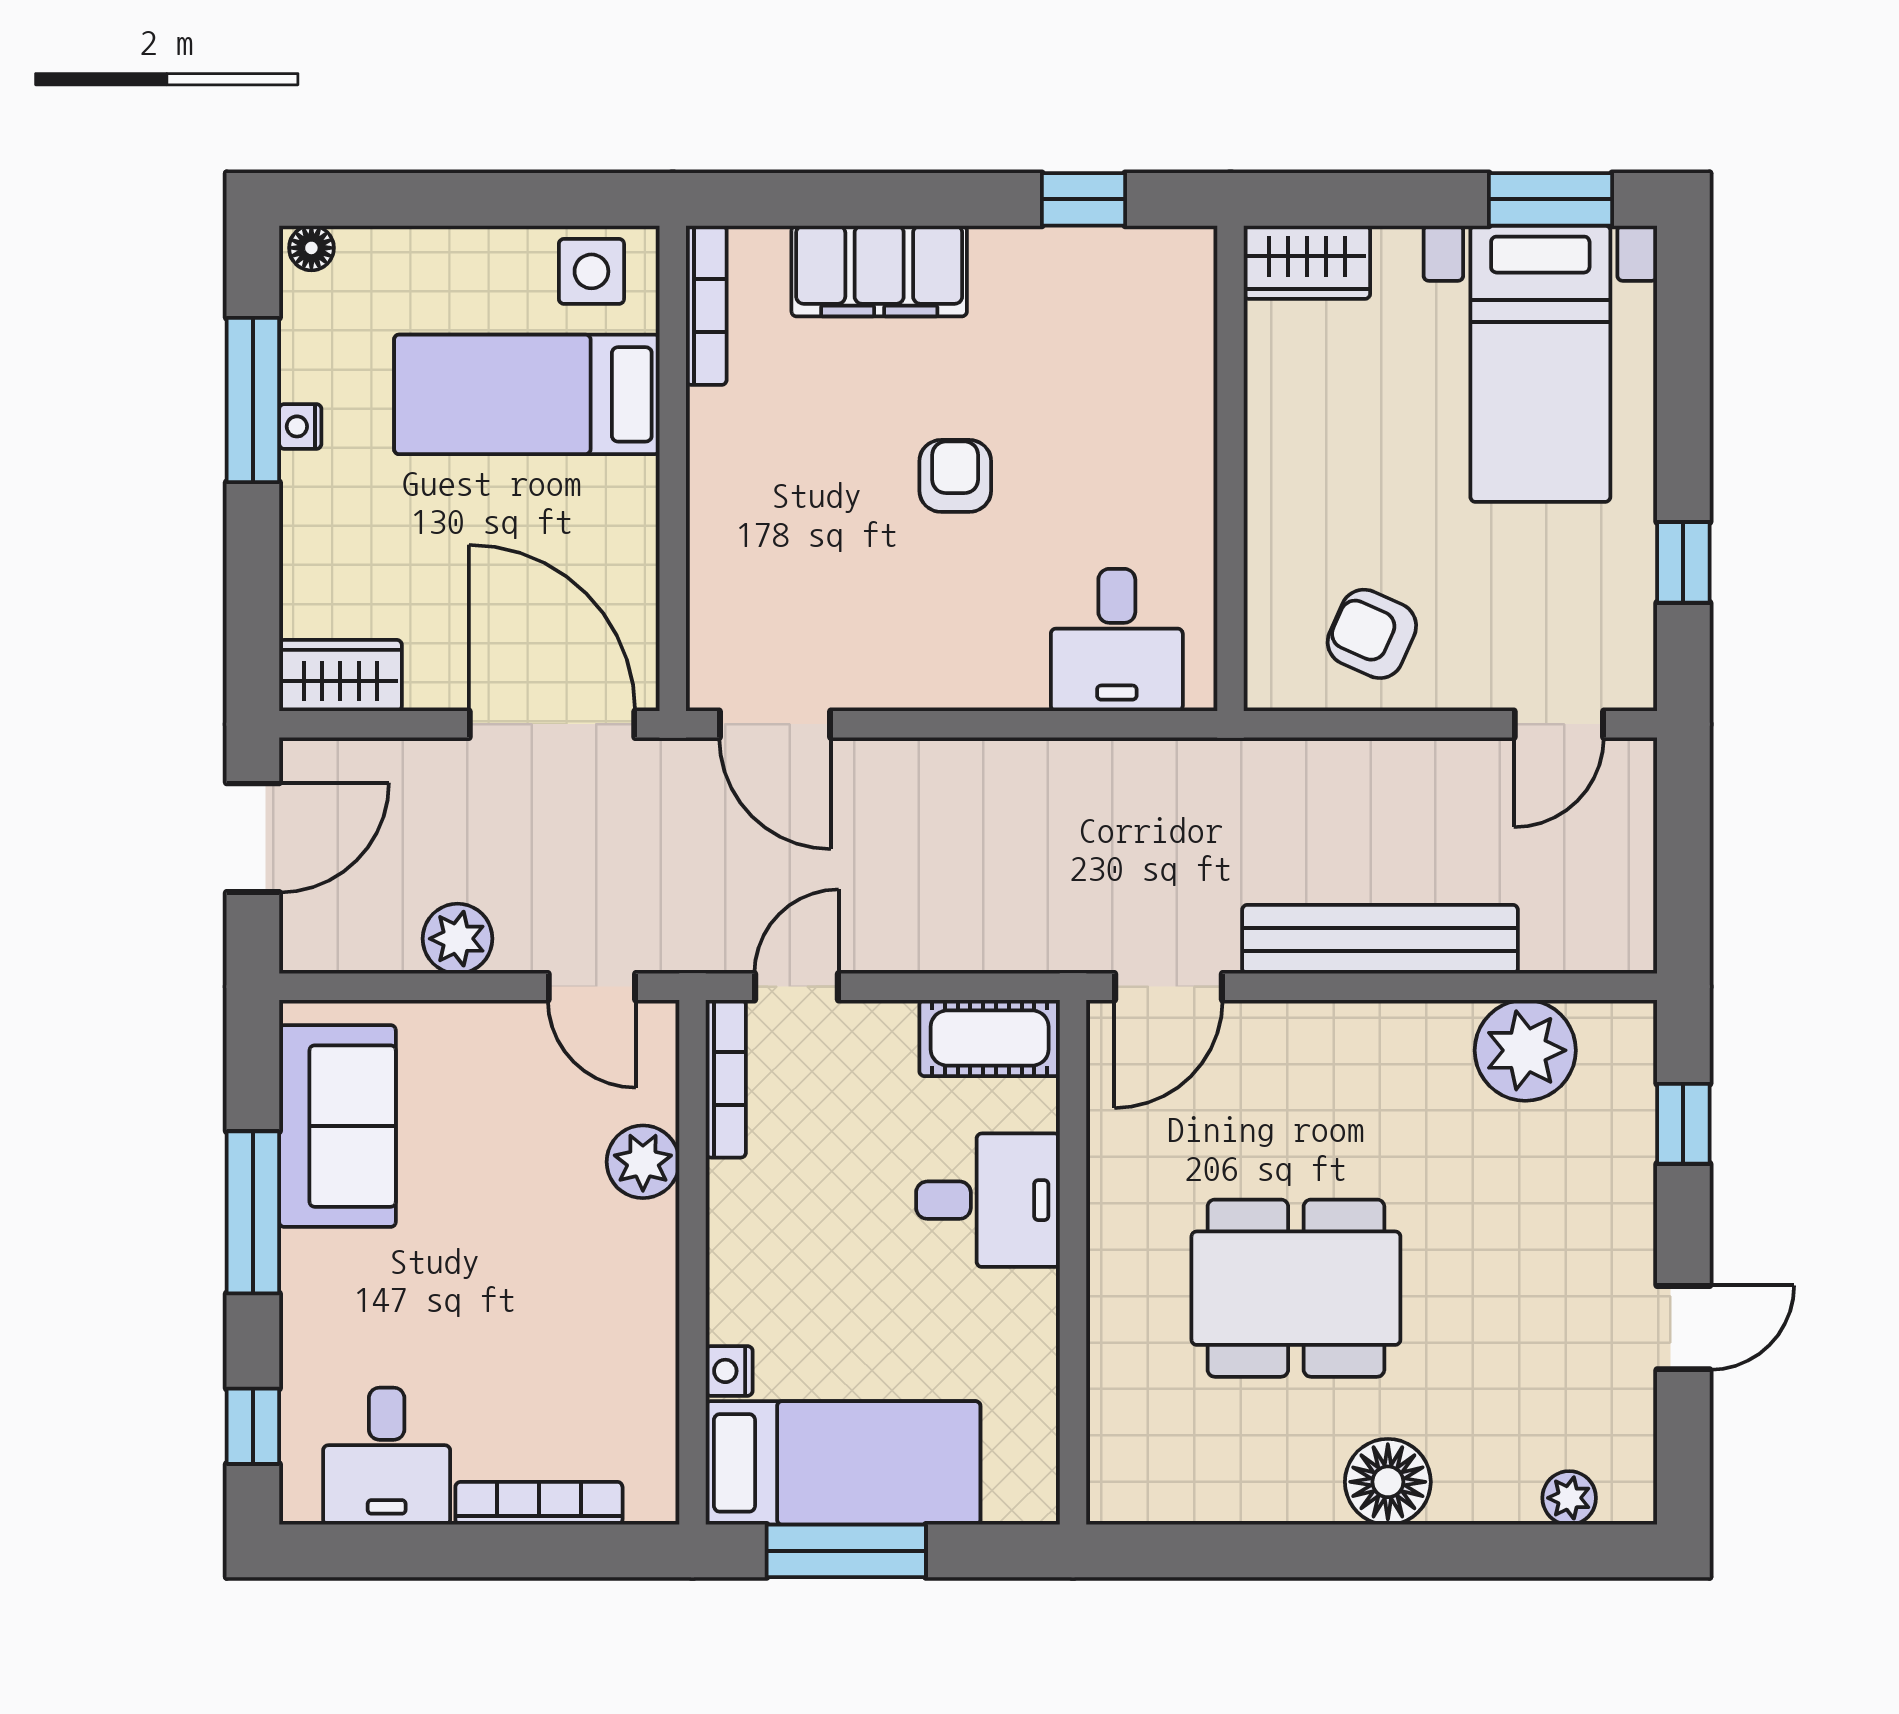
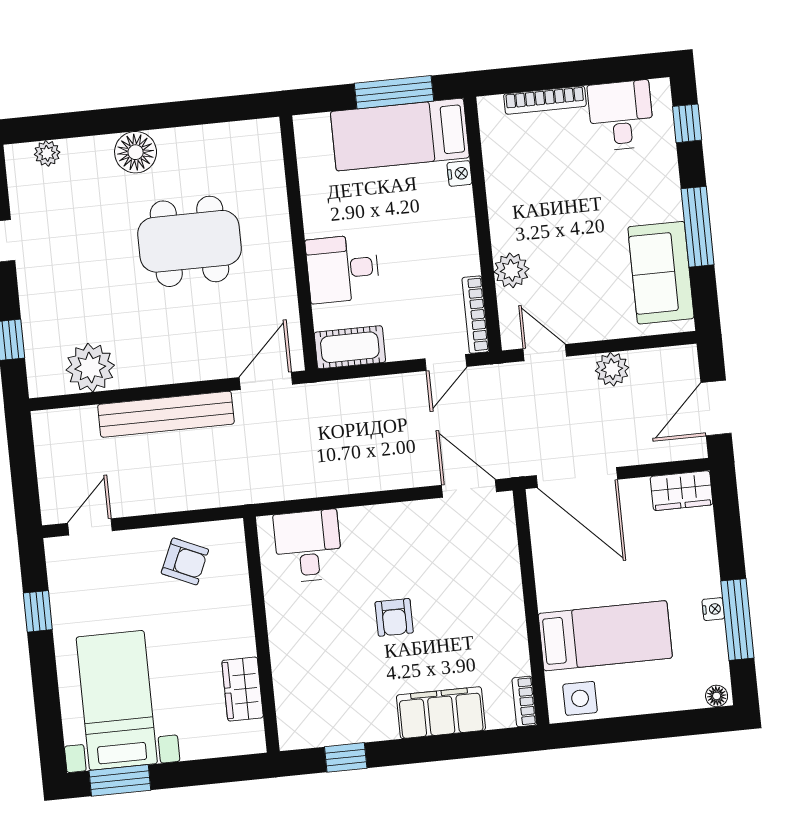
wardrobe: (1307, 262) -> (243, 689), moved, turned -90
bookcase: (706, 305) -> (524, 702), width x0.64

